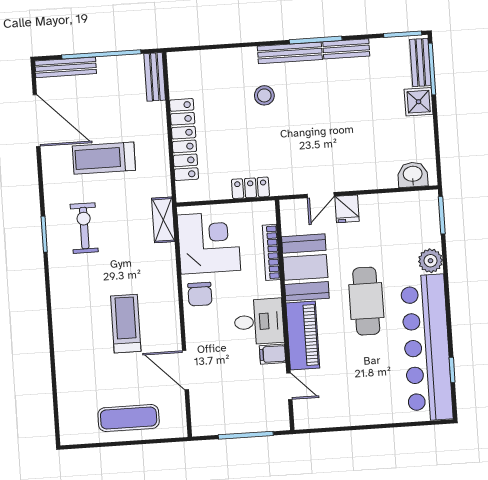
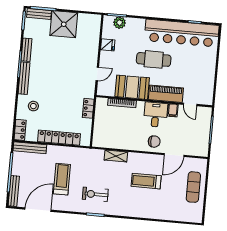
locker: (187, 61) -> (20, 130), added
bench: (155, 77) -> (30, 148), width x1.36
stool: (264, 95) -> (33, 106), moved
shower: (419, 102) -> (64, 24), width x1.86, depth x1.86
treadmill: (104, 158) -> (62, 179), turned 180
washbasin: (413, 175) -> (94, 26), removed
door: (321, 195) -> (97, 74), hinge flipped
fridge: (347, 209) -> (108, 45), moved
shelving: (163, 220) -> (116, 156), moved
corner desk: (209, 243) -> (112, 133), removed
plant: (430, 261) -> (120, 23), moved
chair: (200, 294) -> (154, 142), moved
door: (289, 386) -> (190, 104), swing flipped

